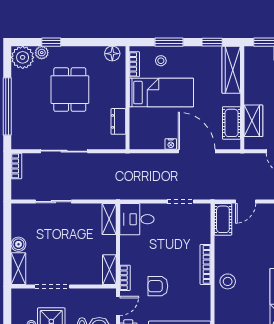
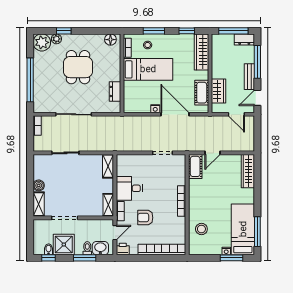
desk: (137, 219) -> (129, 188), moved
stool: (228, 281) -> (201, 229), moved

